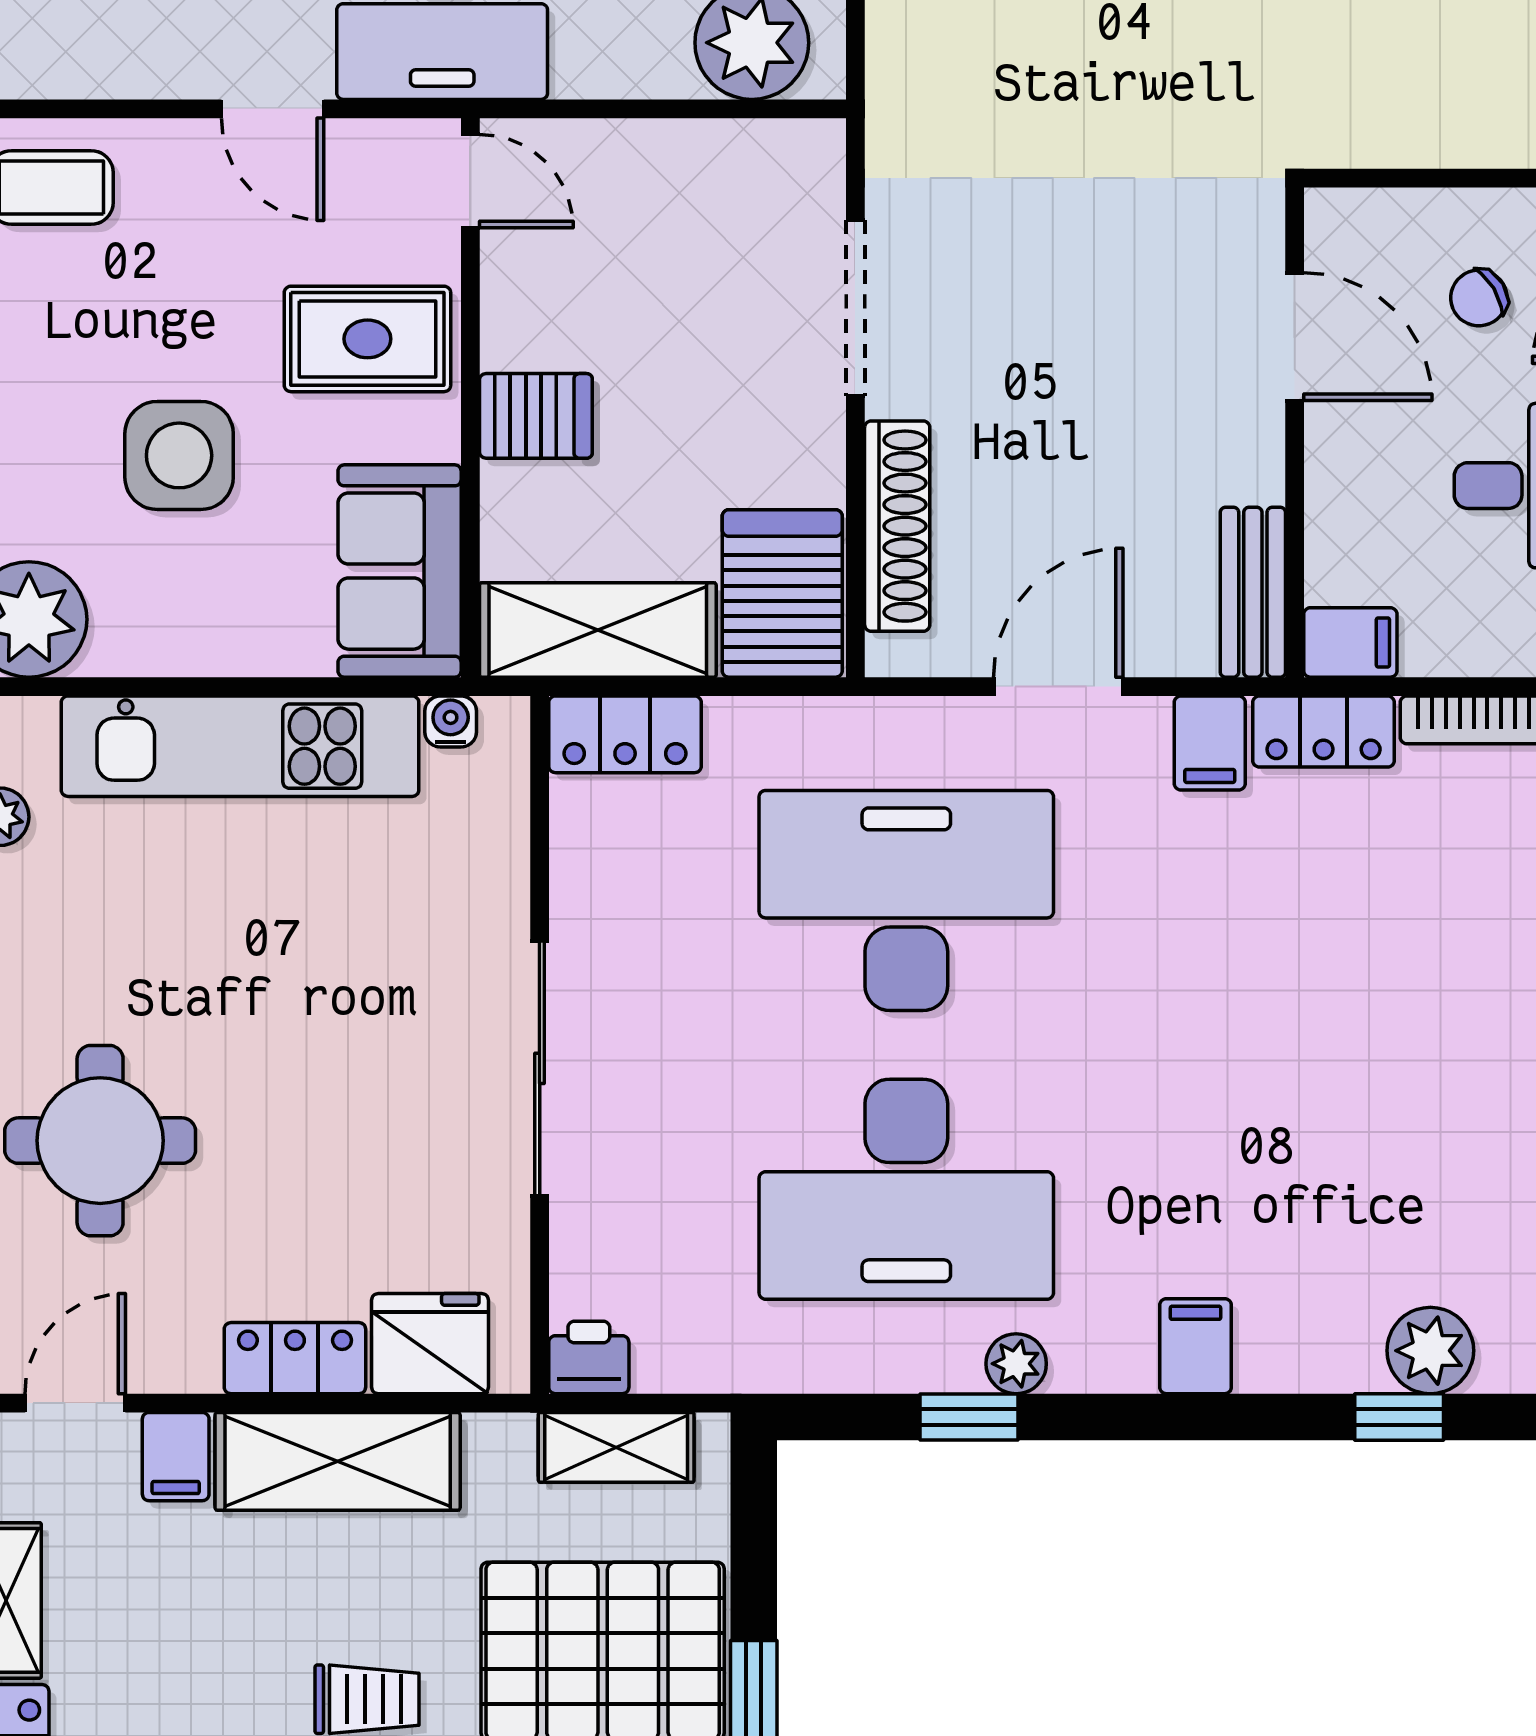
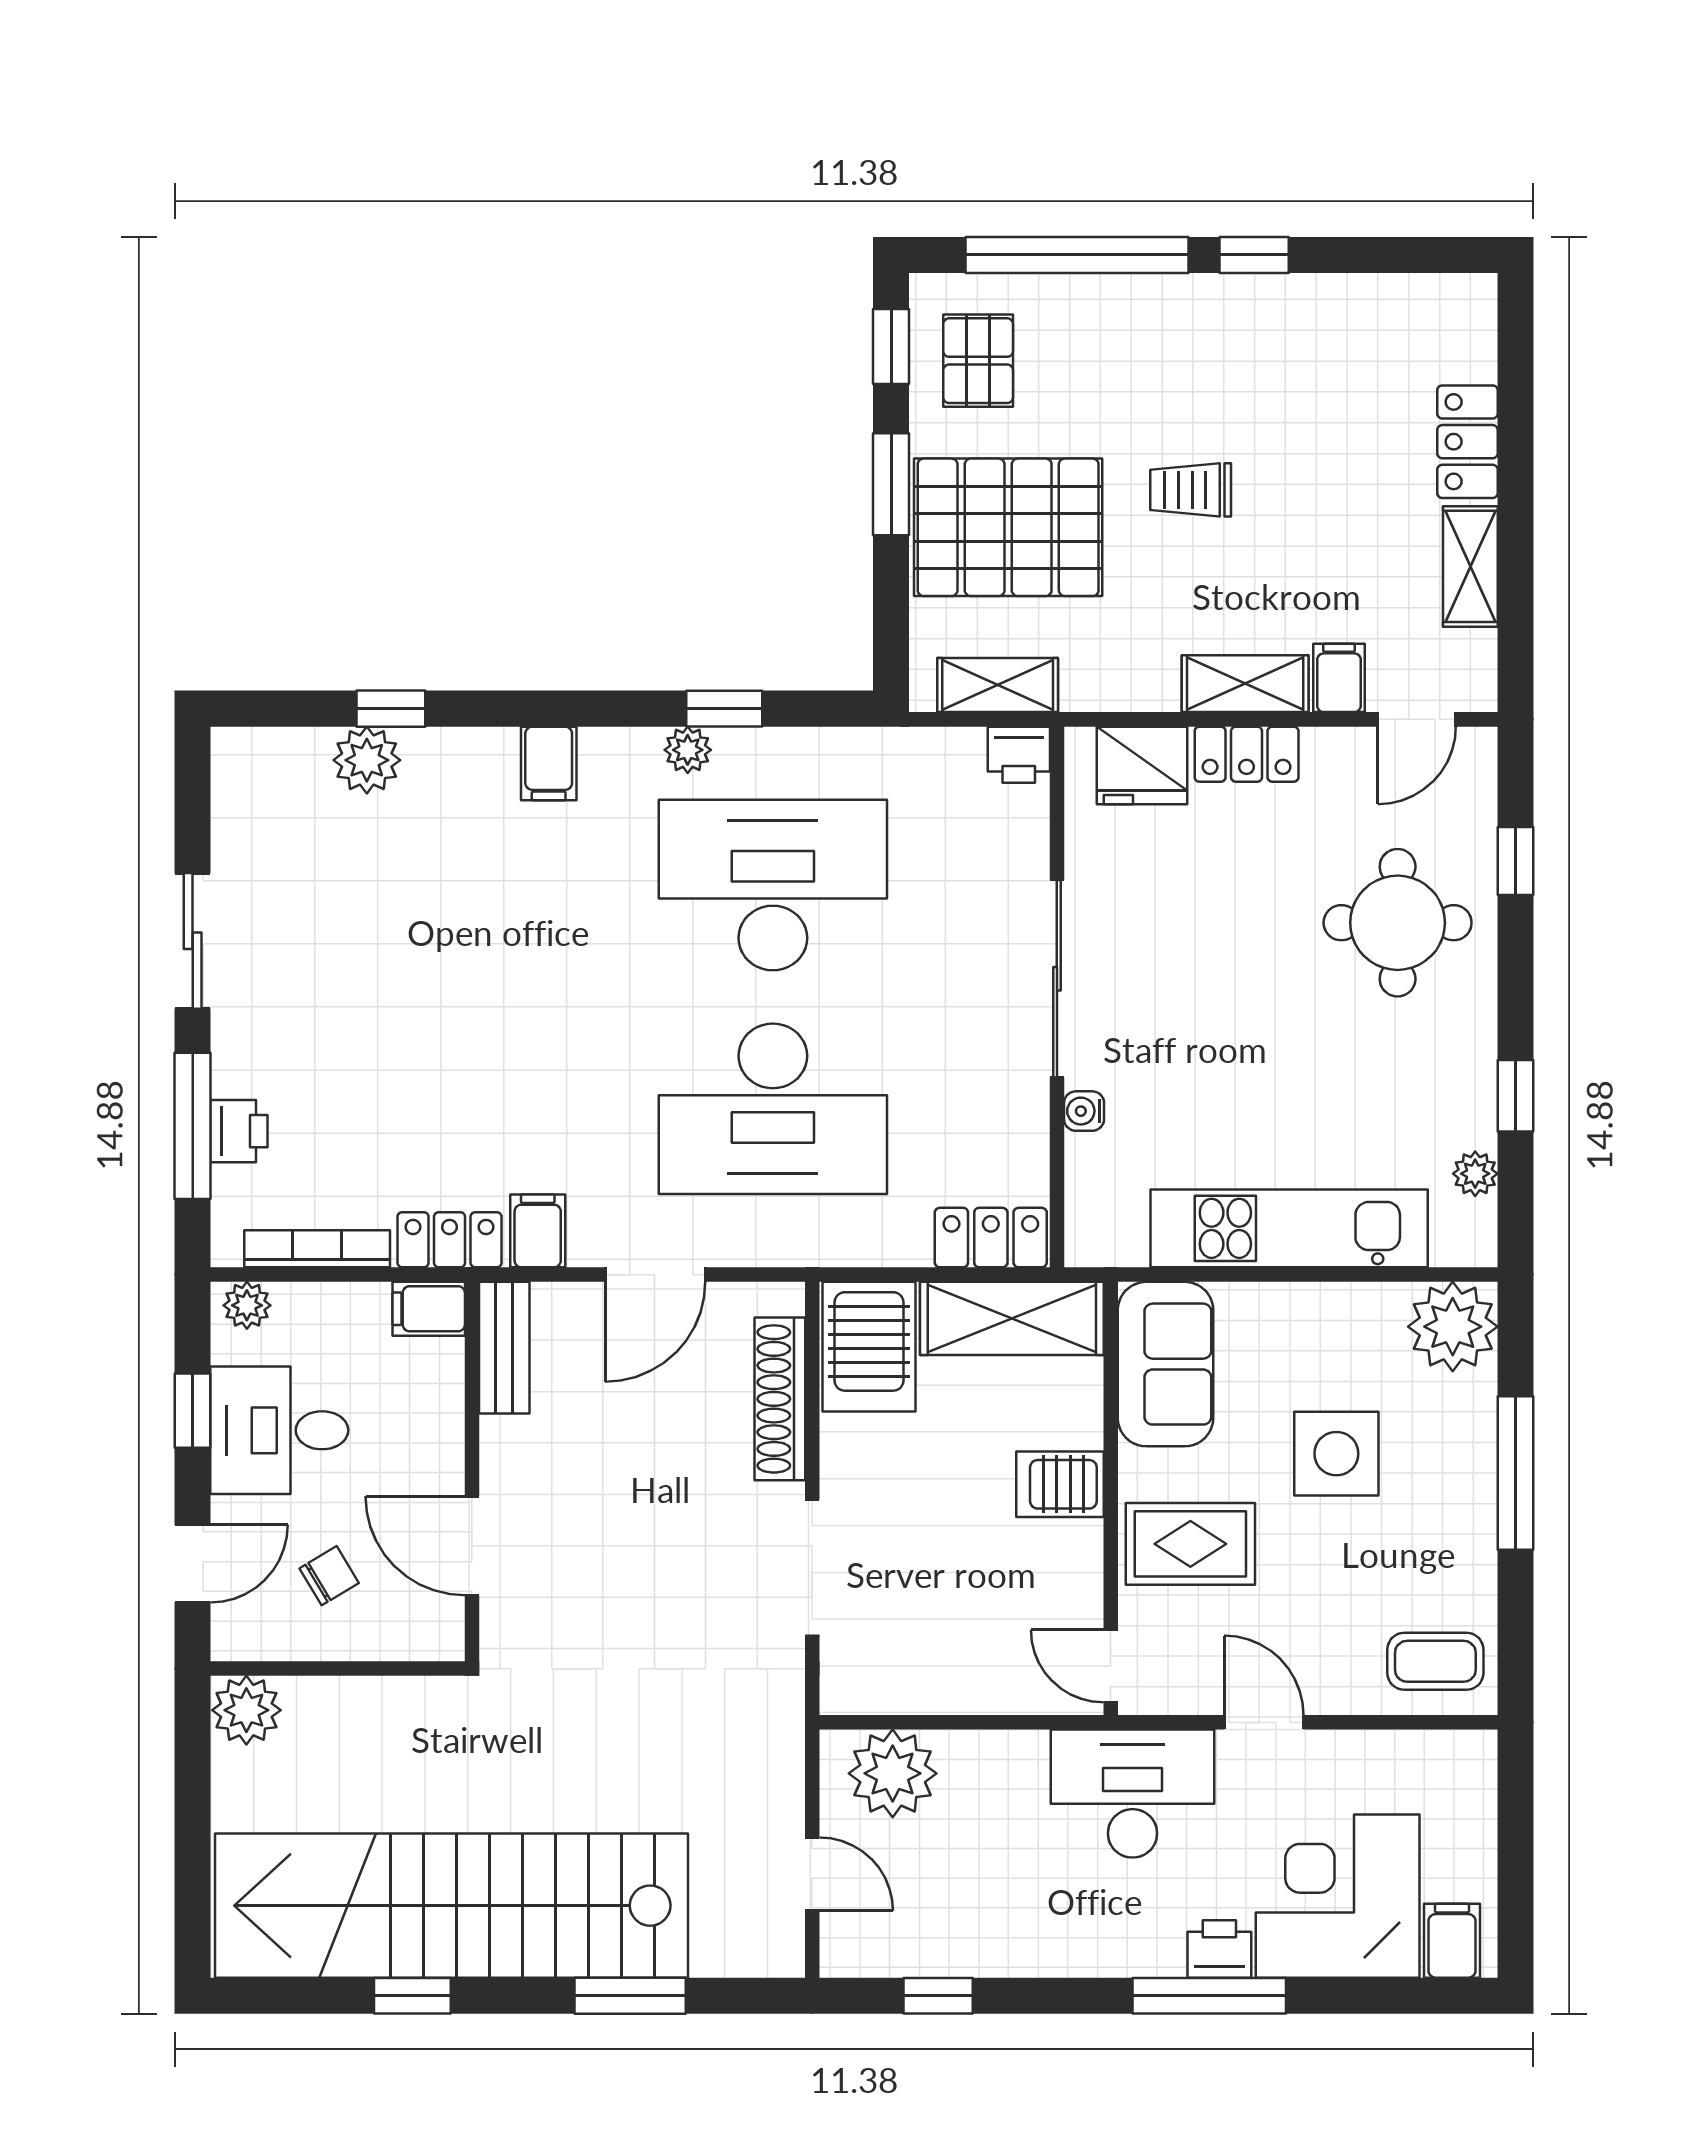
water cooler: (451, 721) -> (1084, 1111), moved, turned 90
shelving: (338, 1461) -> (1245, 684), width x0.67, depth x0.75

